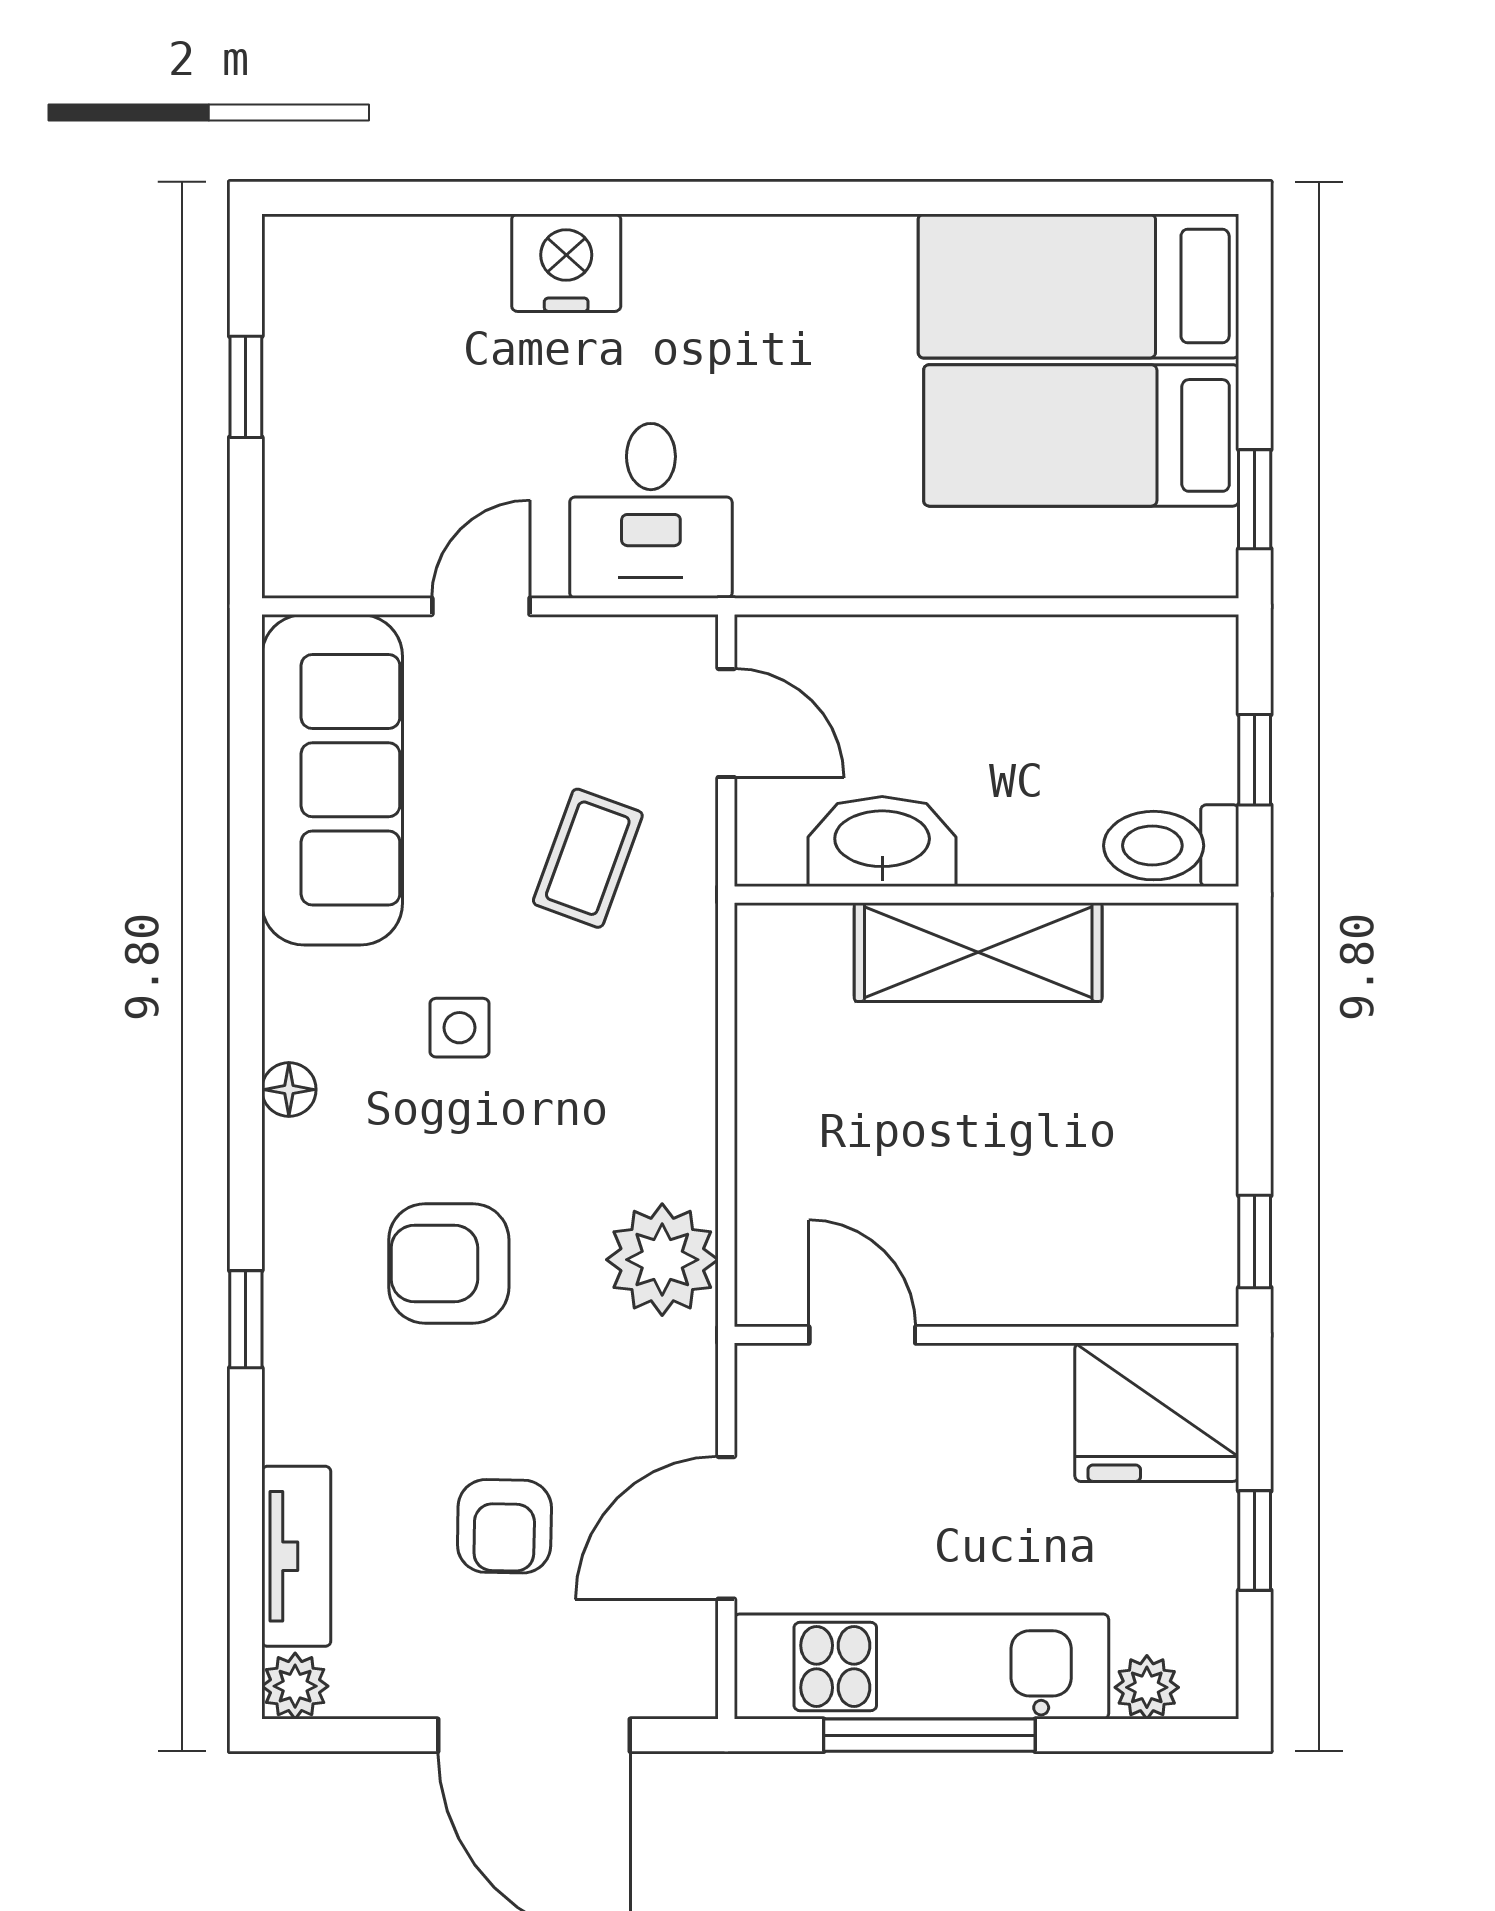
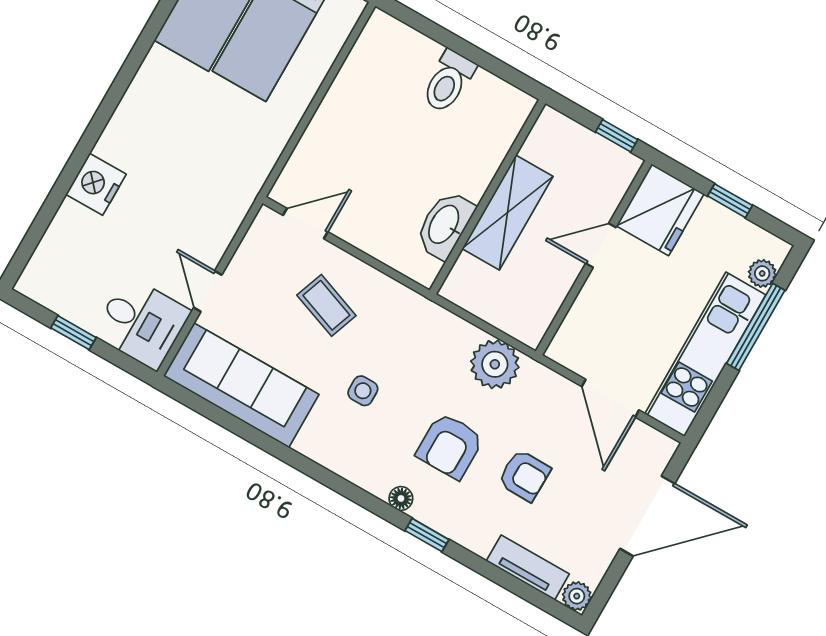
desk: (651, 511) -> (142, 323), moved
window: (1255, 760) -> (434, 31), removed
washbasin: (882, 841) -> (445, 225), moved
wall: (986, 895) -> (488, 197), moved
shelving: (978, 952) -> (508, 212), moved
floor lamp: (289, 1090) -> (401, 498), moved
door: (862, 1335) -> (601, 245), moved
armchair: (504, 1526) -> (524, 475), moved
window: (929, 1735) -> (756, 327), moved

